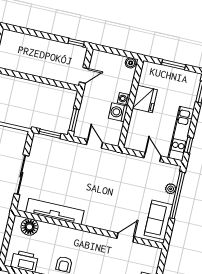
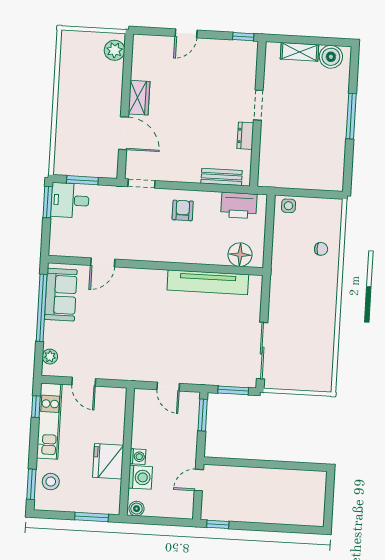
window: (174, 65) -> (92, 517), moved
stool: (187, 92) -> (51, 482), added
washing machine: (118, 112) -> (140, 477), moved
sliding door: (21, 175) -> (262, 351), moved
plant: (171, 189) -> (50, 357), moved
window: (177, 195) -> (42, 308), moved

